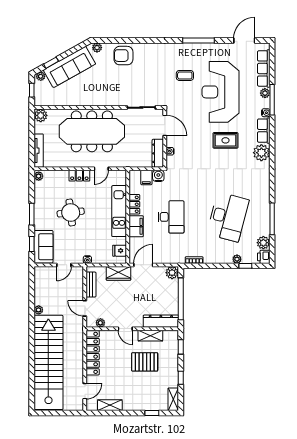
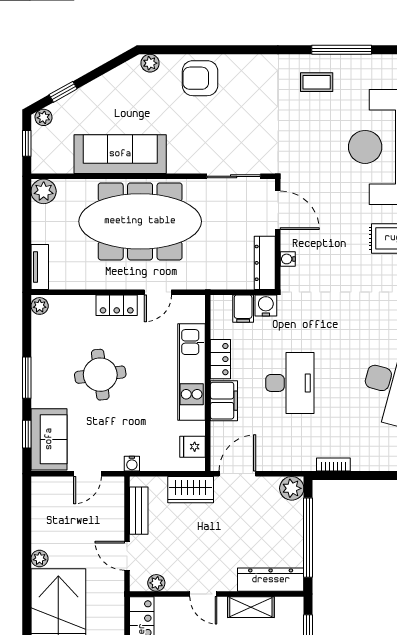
sofa: (69, 67) -> (120, 154), moved, turned -151
coffee table: (185, 75) -> (317, 82), moved
tv unit: (39, 151) -> (40, 267), width x0.71

